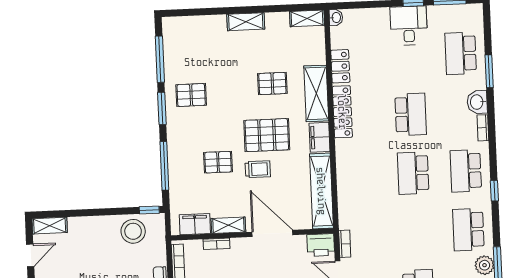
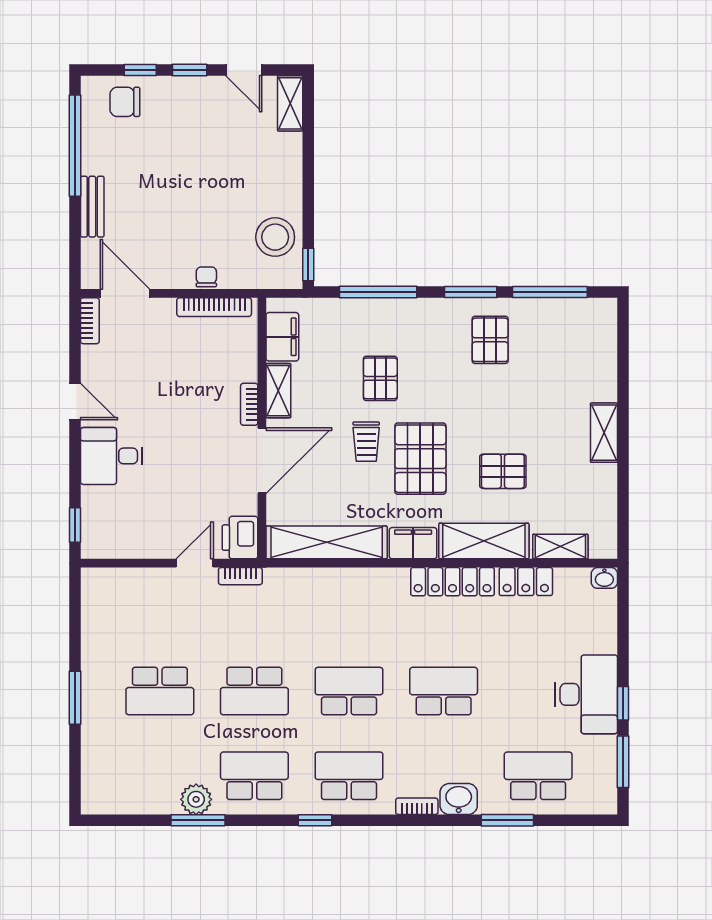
shelving: (307, 18) -> (560, 547), moved, turned 90
desk: (409, 26) -> (586, 694), width x1.37
pallet: (272, 83) -> (503, 471), turned 90
school desk: (411, 114) -> (444, 691), turned 180
school desk: (416, 232) -> (254, 691), added
bookcase: (217, 244) -> (249, 404), moved

